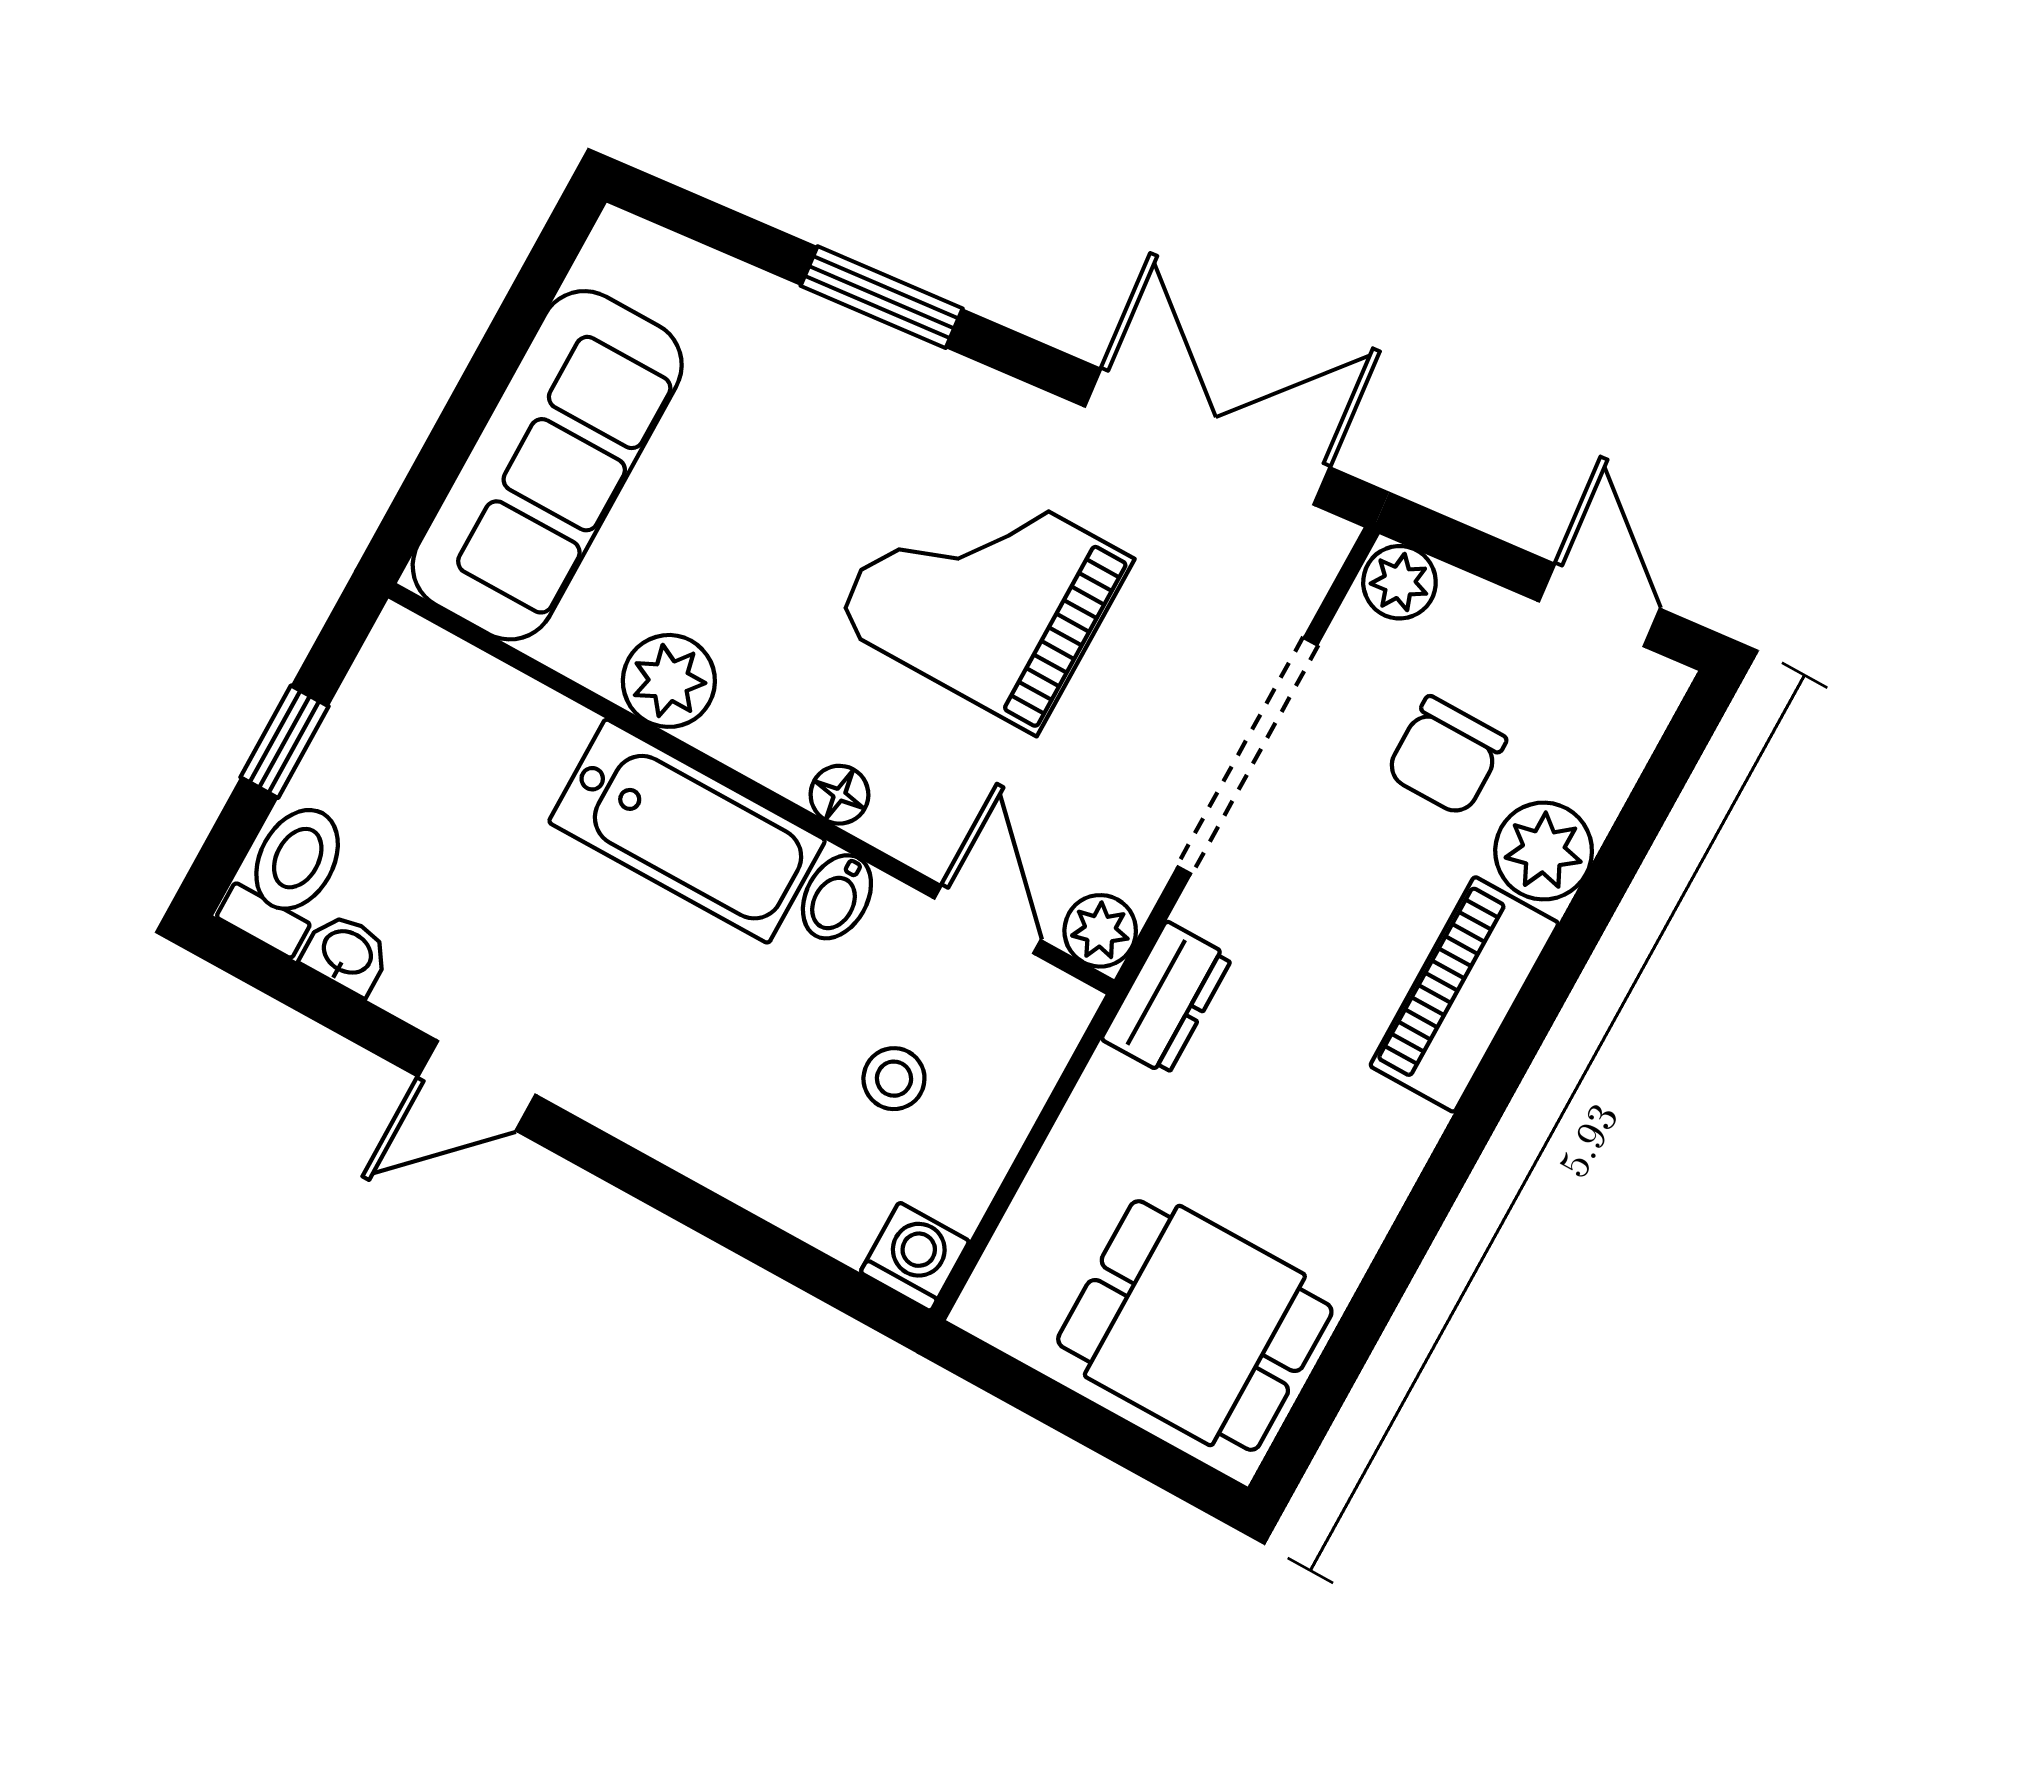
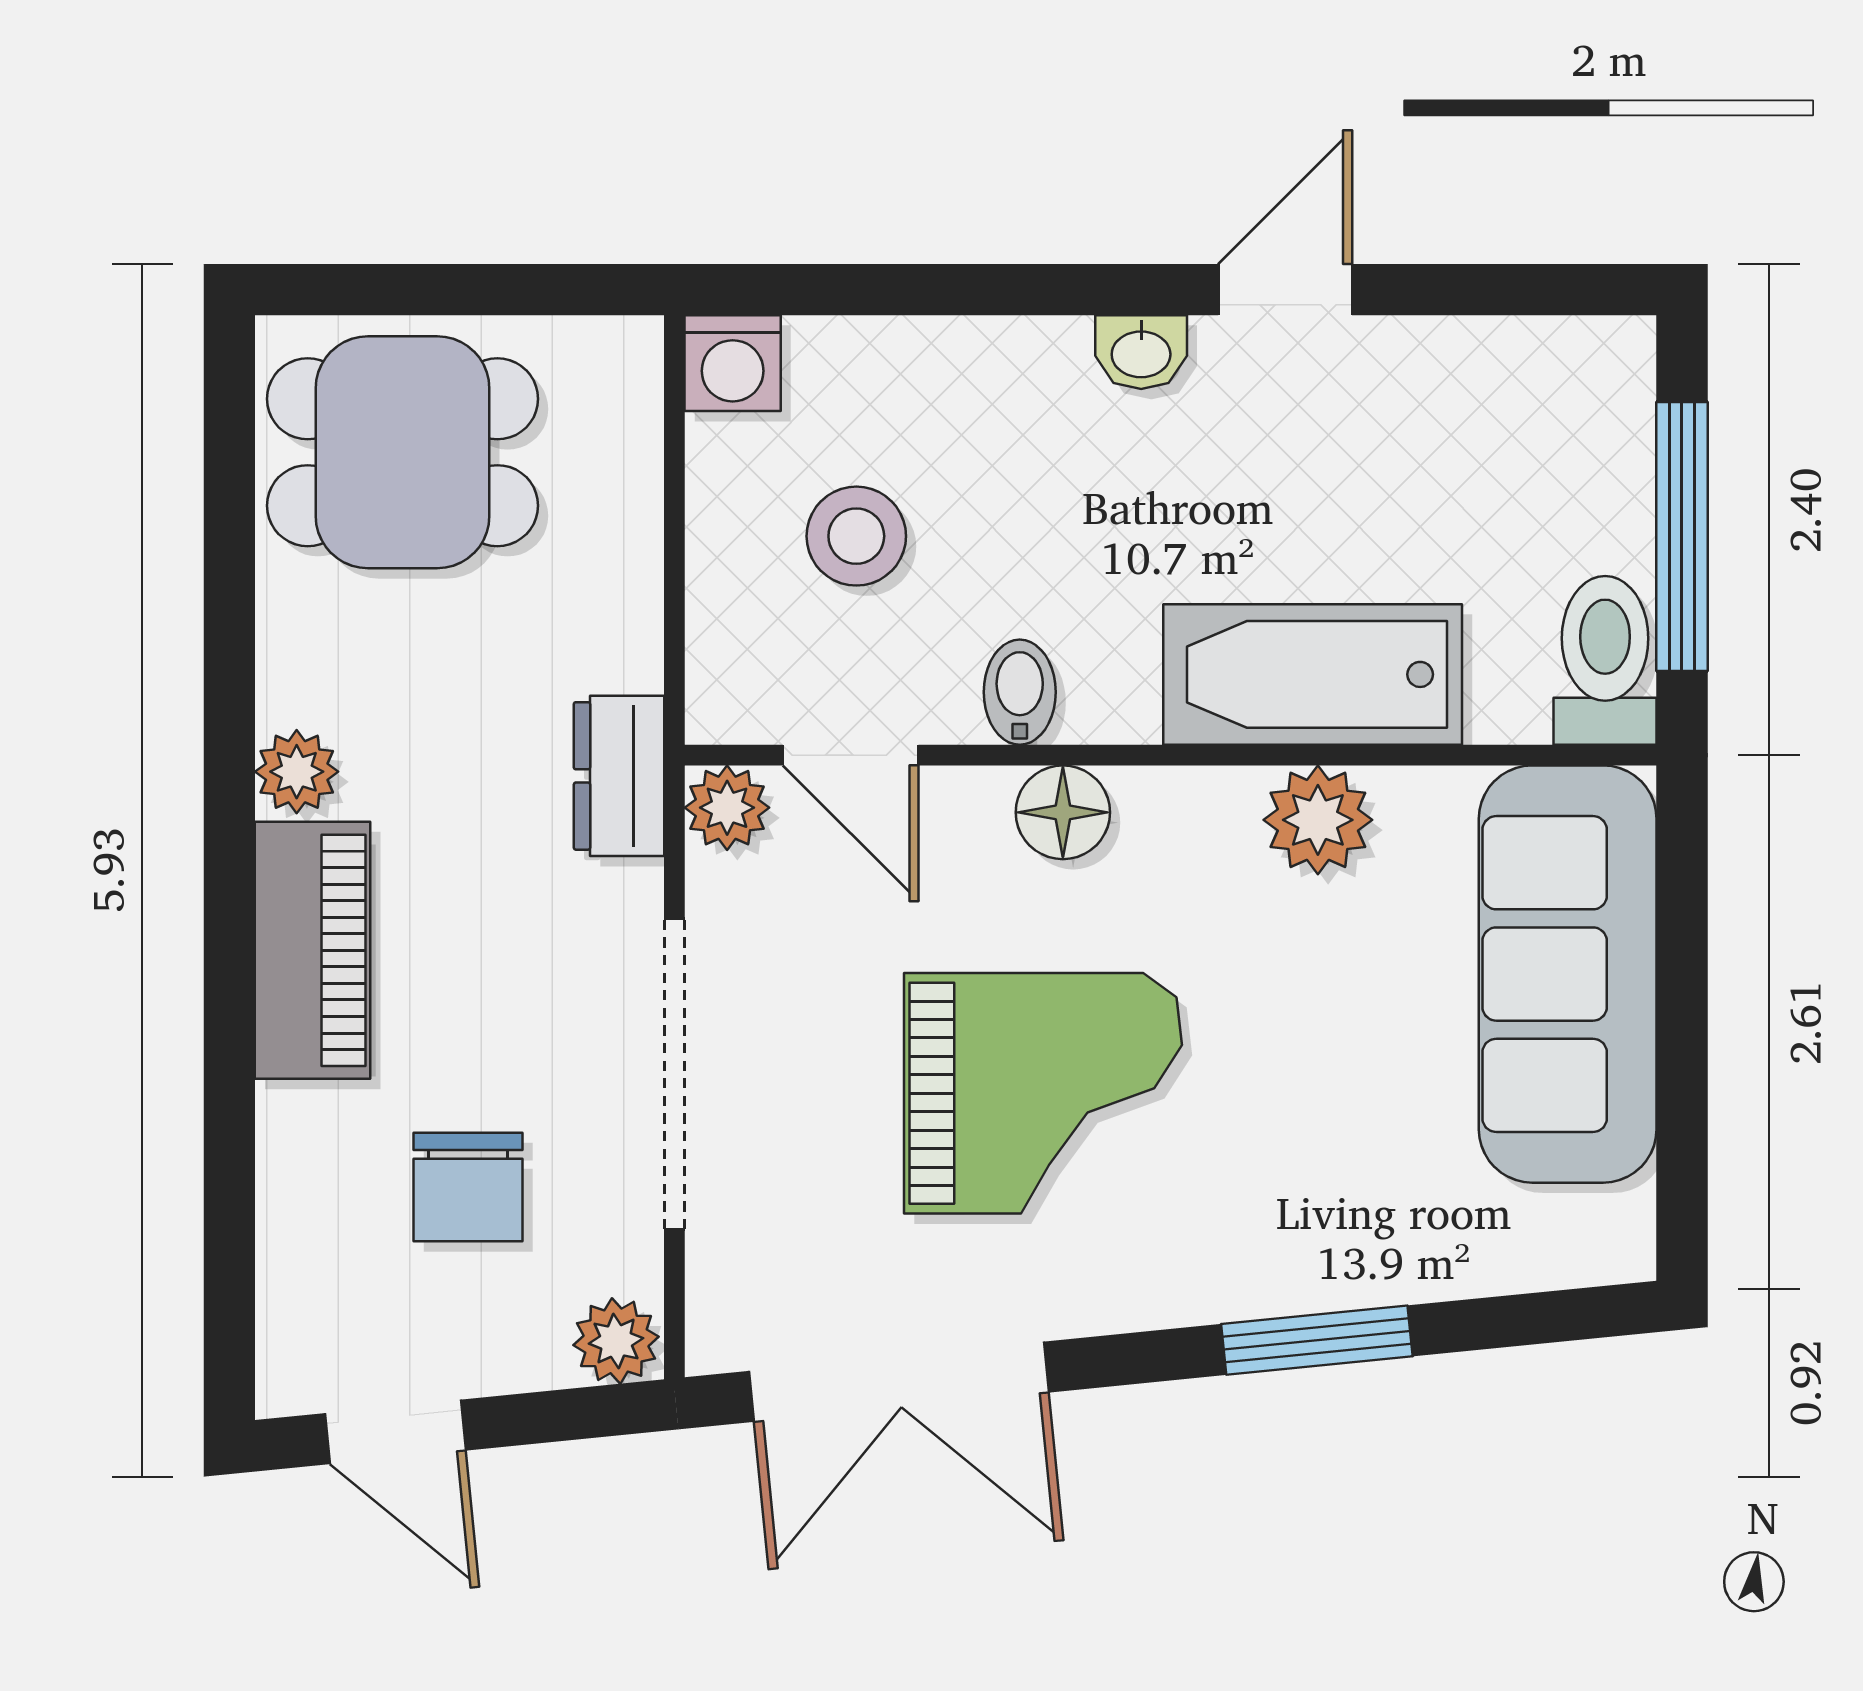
window: (284, 742) -> (1682, 536), width x2.17
chair: (1446, 756) -> (468, 1187), turned 180
floor lamp: (839, 795) -> (1063, 812), width x1.37, depth x1.37
bathtub: (687, 831) -> (1313, 674), moved
plant: (1544, 851) -> (297, 772), moved, width x0.73, depth x0.73
toilet: (288, 876) -> (1605, 660), moved, turned 180
washbasin: (346, 954) -> (1141, 352), moved
stool: (894, 1079) -> (856, 536), width x1.37, depth x1.37

